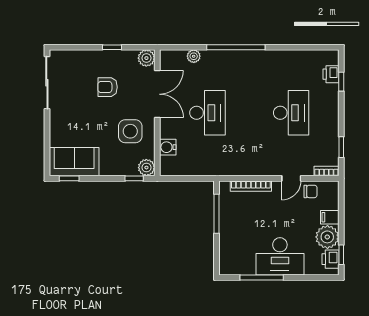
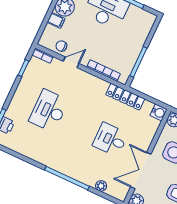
desk: (207, 113) -> (110, 139), width x0.73
water cooler: (168, 147) -> (159, 112), moved
locker: (213, 168) -> (125, 97), added

